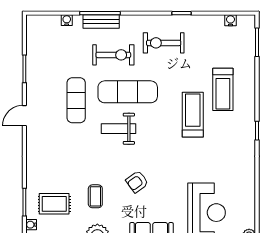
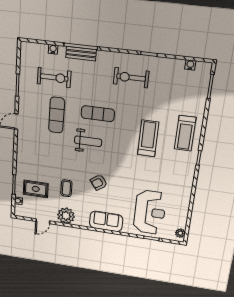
exercise bike: (113, 55) -> (54, 77), moved
treadmill: (223, 89) -> (185, 133), moved
exercise mat: (128, 92) -> (98, 114), width x0.73, depth x0.69
weight bench: (119, 129) -> (88, 141), turned 180

